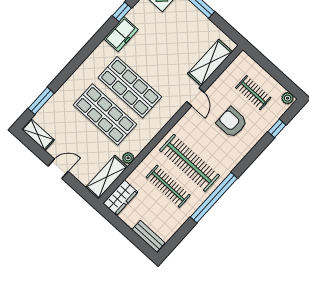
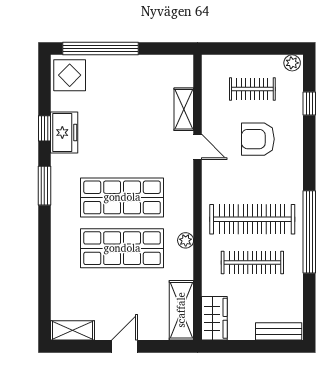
freezer: (121, 34) -> (64, 133), moved
shelving: (210, 63) -> (184, 109), width x0.67, depth x0.75
window: (41, 101) -> (44, 186), moved
plant: (128, 158) -> (186, 240), moved

